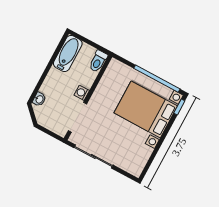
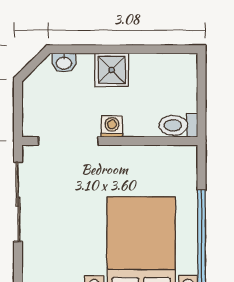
bathtub: (68, 53) -> (164, 69), removed
shower: (55, 79) -> (112, 70), added

